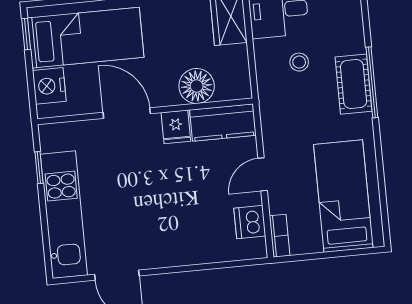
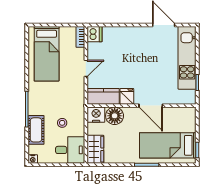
cot: (354, 84) -> (36, 130), moved
nightstand: (49, 86) -> (96, 115), moved, turned -90
dishwasher: (250, 222) -> (94, 34), moved

